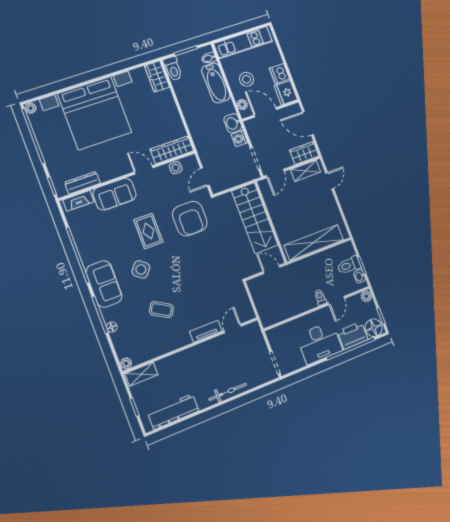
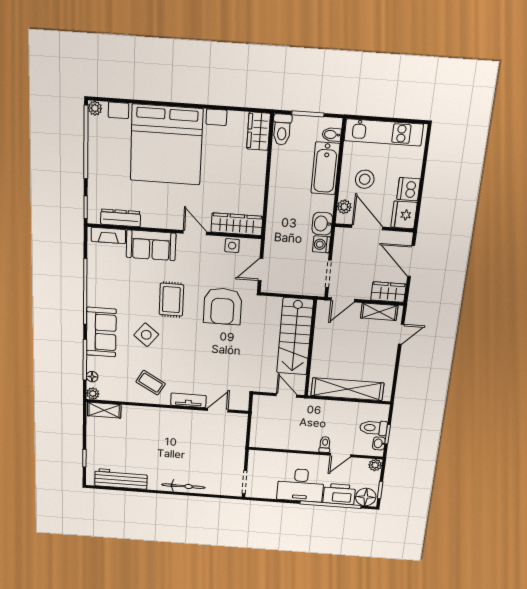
door: (233, 329) -> (218, 410), moved
tv unit: (206, 331) -> (188, 400), moved
wall: (191, 345) -> (167, 406), moved
plant: (126, 363) -> (93, 394), moved
shelving: (141, 374) -> (104, 410), moved

